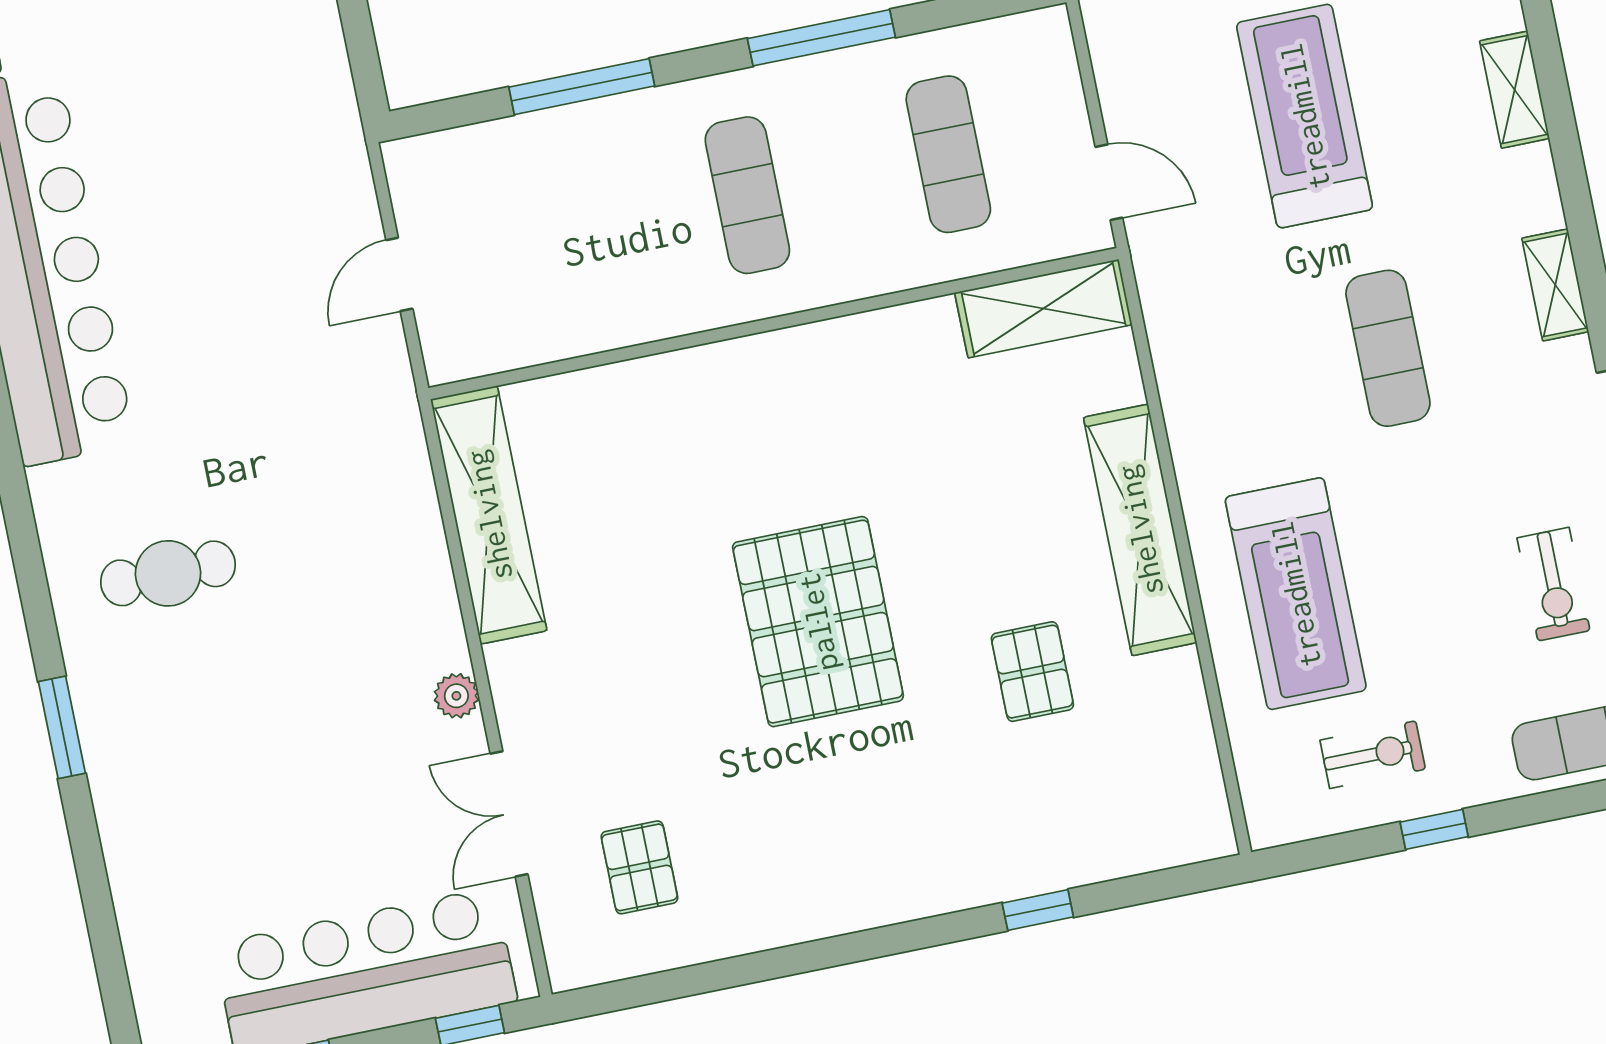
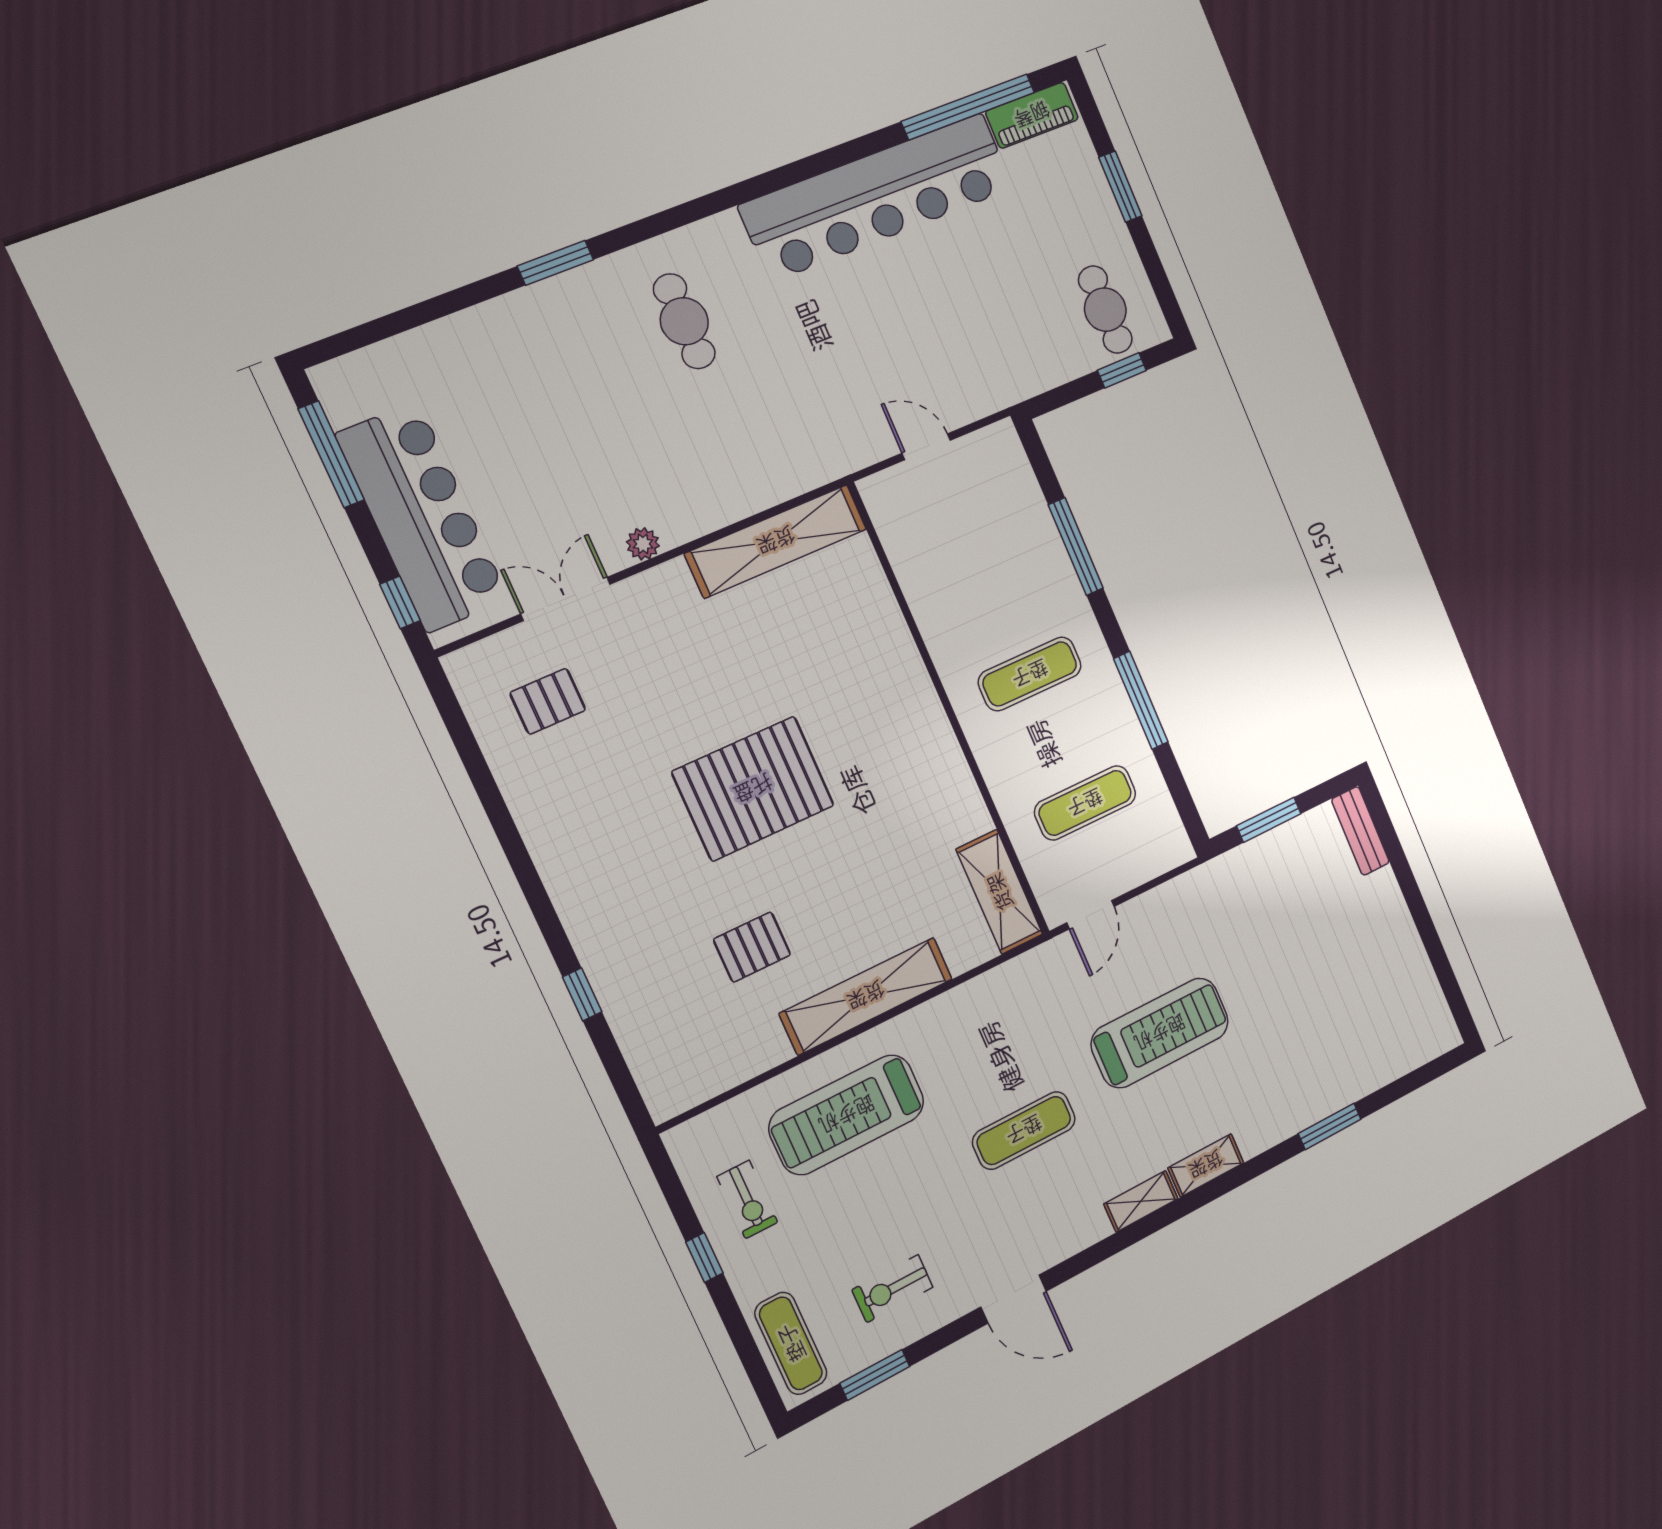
shelving: (1555, 285) -> (1141, 1201), moved

